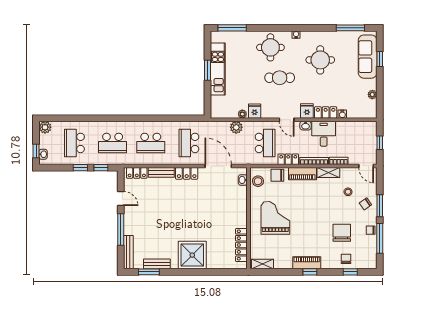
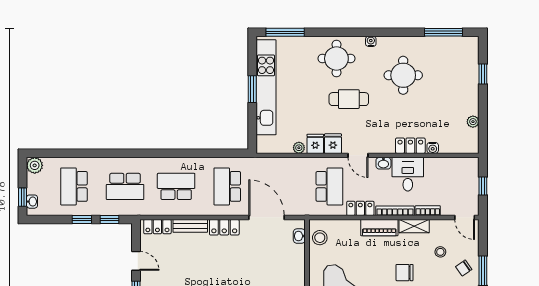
sofa: (368, 57) -> (467, 71), removed
kitchen unit: (218, 69) -> (266, 87), width x1.36
fridge: (307, 111) -> (333, 144), moved
plant: (236, 127) -> (291, 166), removed
school desk: (151, 143) -> (176, 186), turned 180
chair: (277, 175) -> (405, 273), moved

